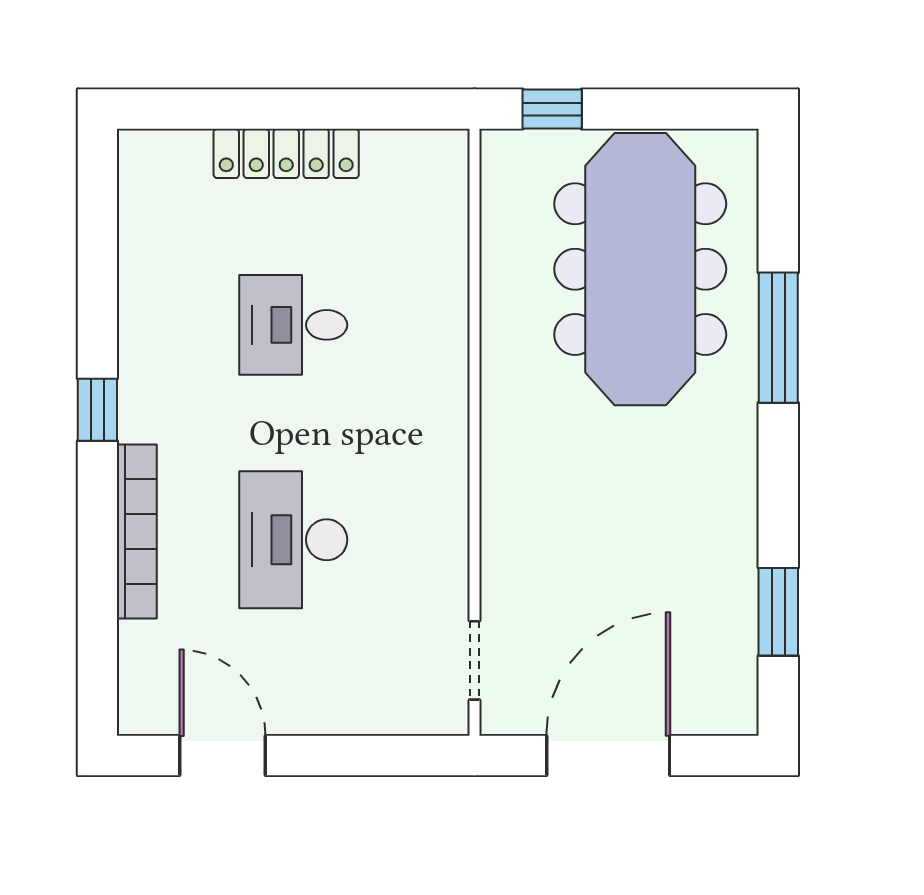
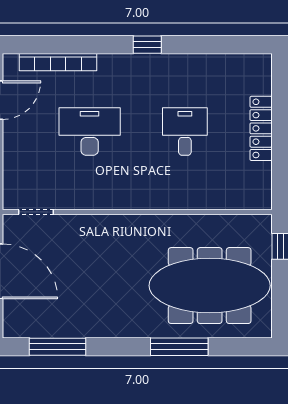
bookcase: (137, 531) -> (58, 62), moved
window: (778, 612) -> (58, 347), width x1.44

